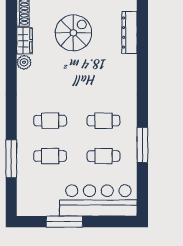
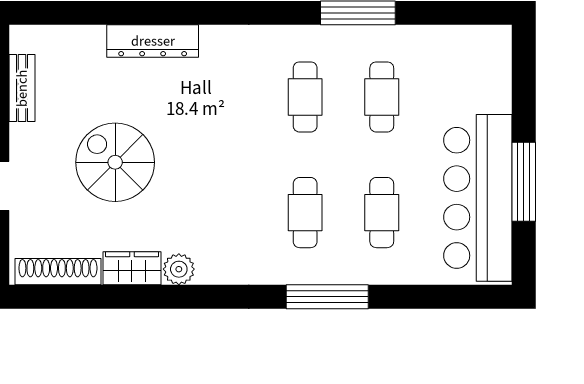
dresser: (129, 32) -> (153, 41), moved
window: (11, 159) -> (327, 297), moved
bar counter: (98, 200) -> (478, 198), moved

